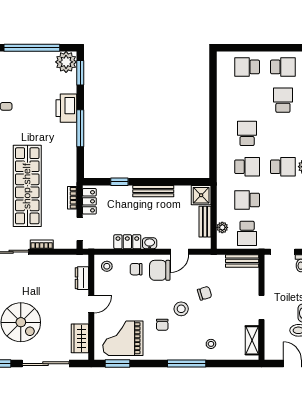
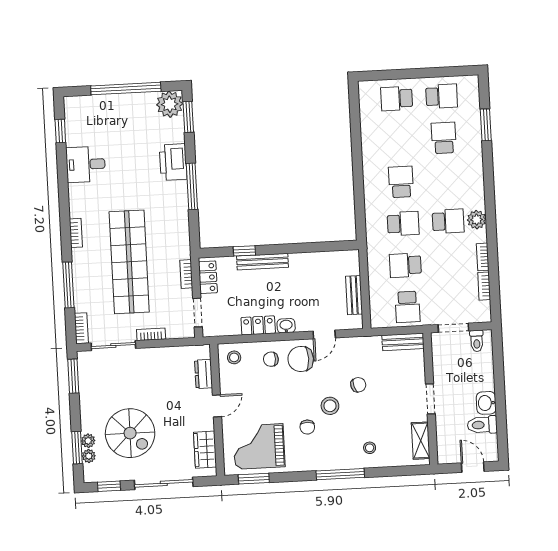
bench: (153, 191) -> (263, 262), moved
shower: (201, 195) -> (348, 262), removed
plant: (222, 227) -> (376, 301), removed

